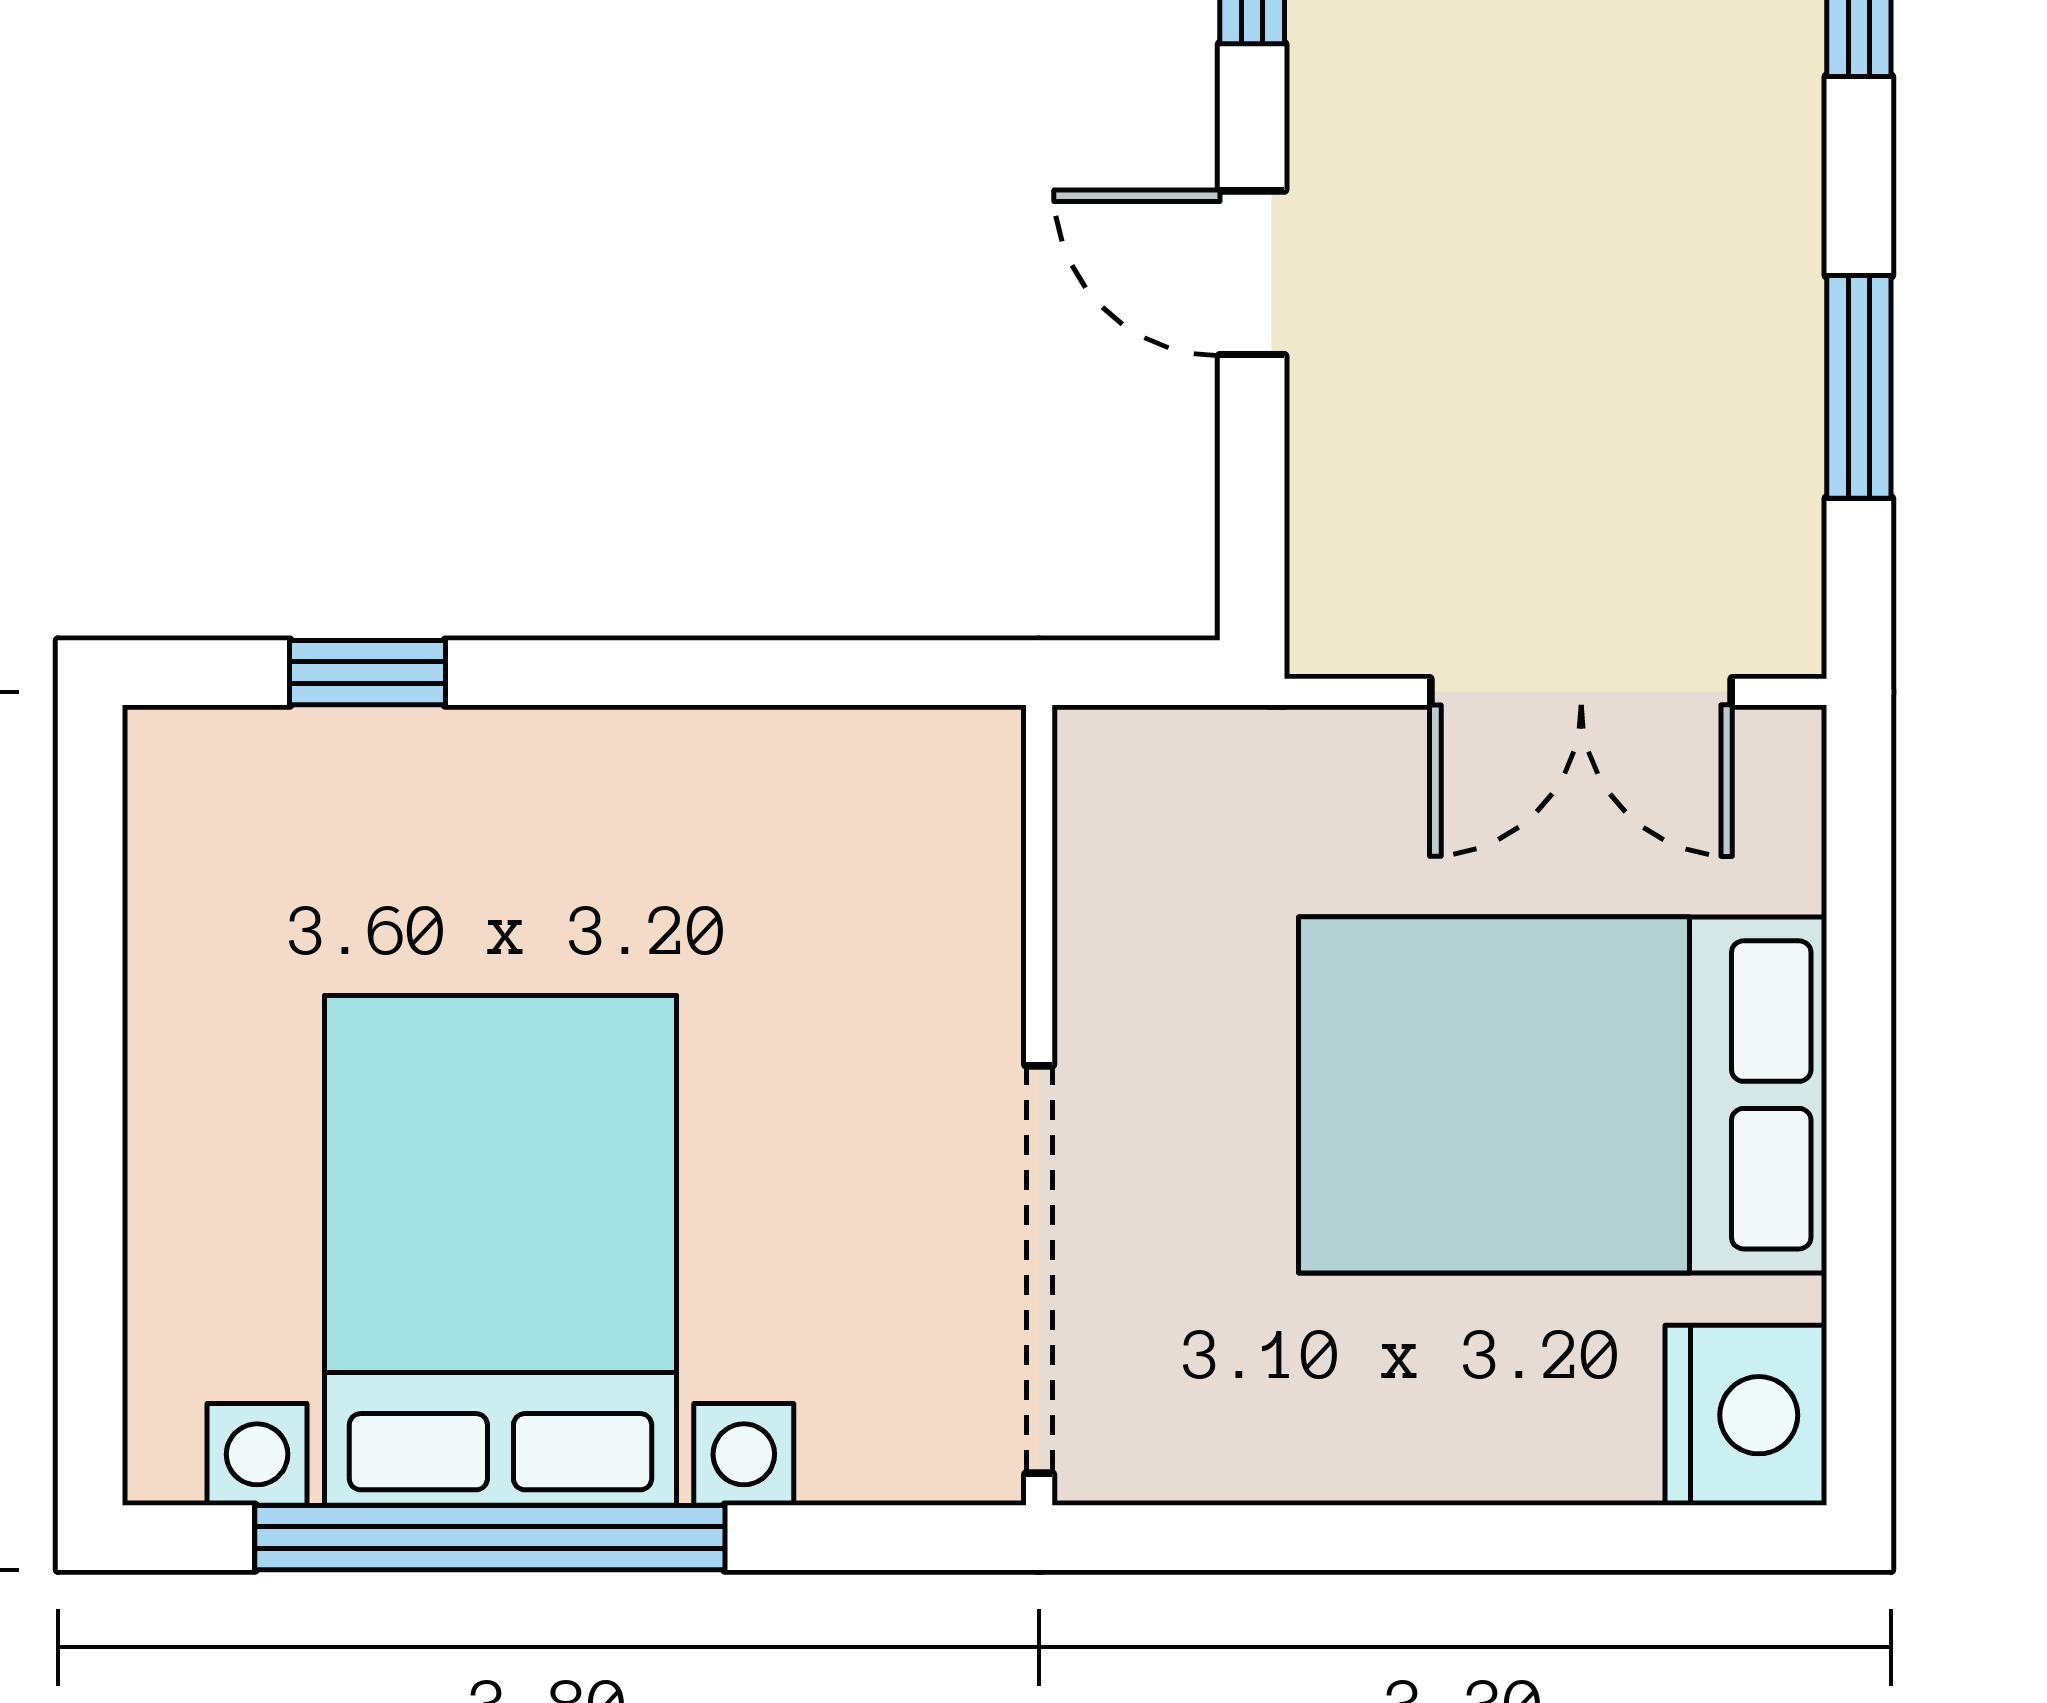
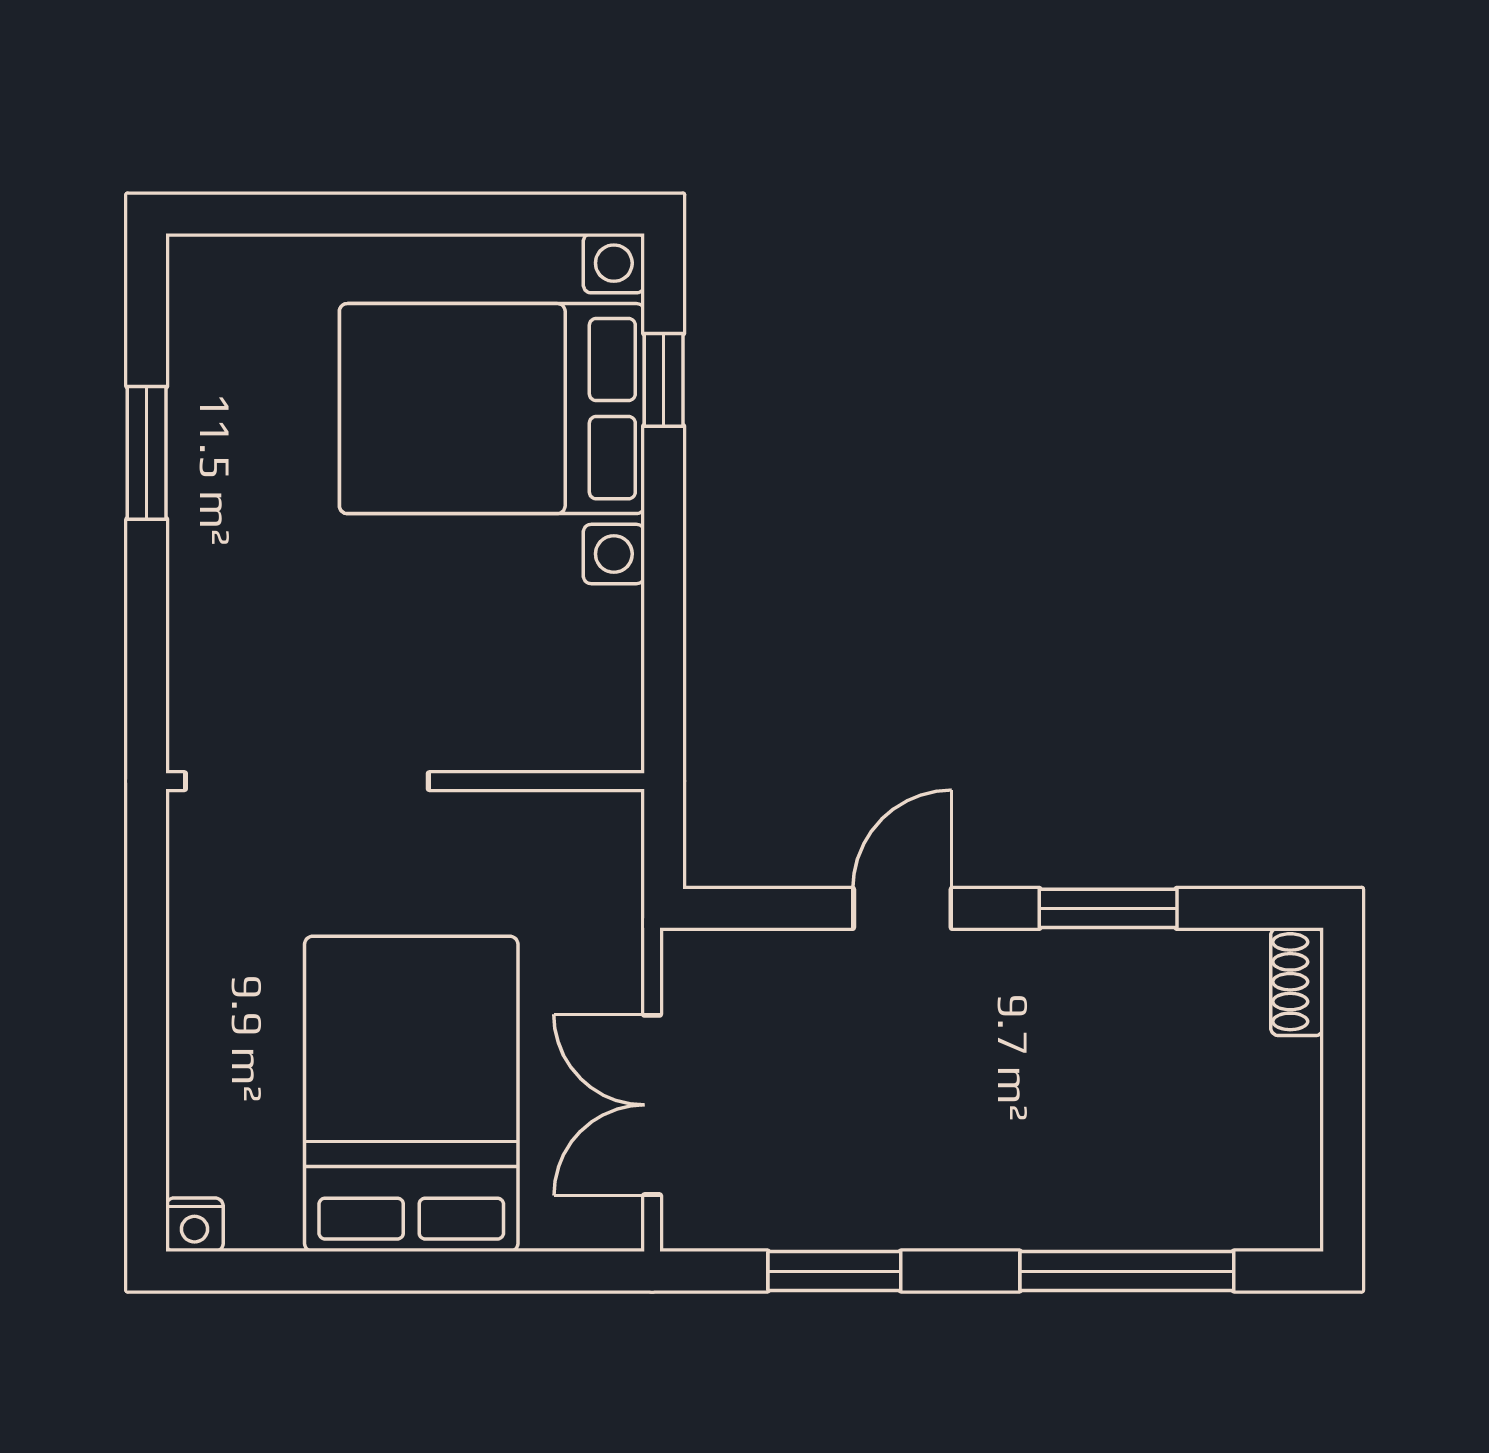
bed with nightstands: (500, 1250) -> (492, 409), moved, turned 180
nightstand: (1746, 1415) -> (194, 1225), width x0.53, depth x0.56
window: (490, 1538) -> (147, 453), width x0.47

